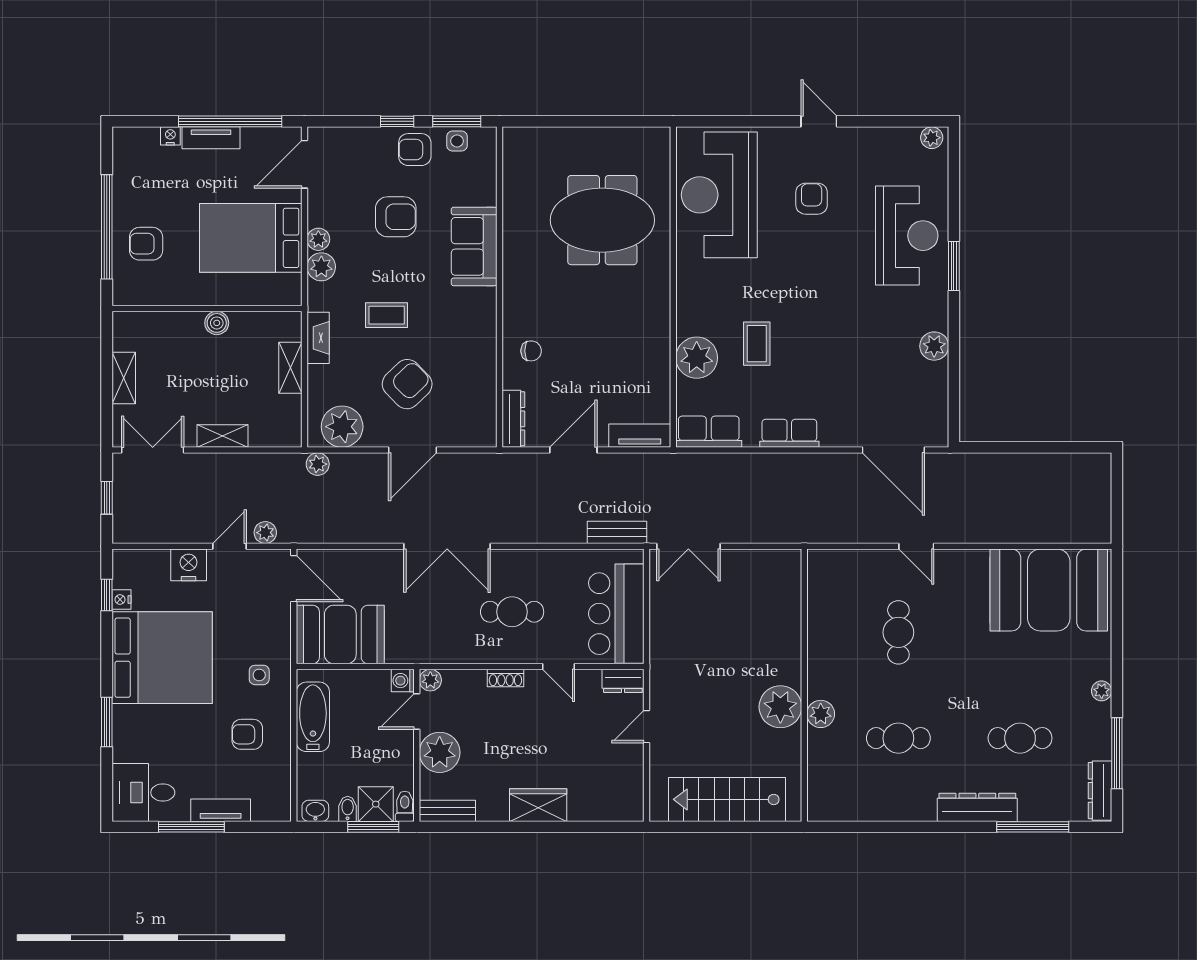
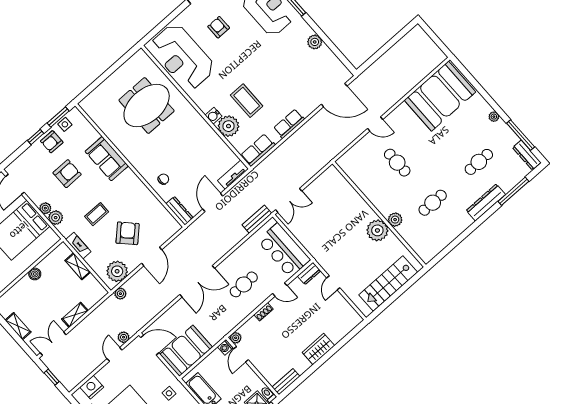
water cooler: (688, 323) -> (213, 116), added
coffee table: (757, 344) -> (247, 101), width x1.36, depth x1.30
nightstand: (189, 565) -> (92, 387), moved
plant: (440, 752) -> (263, 362), removed

